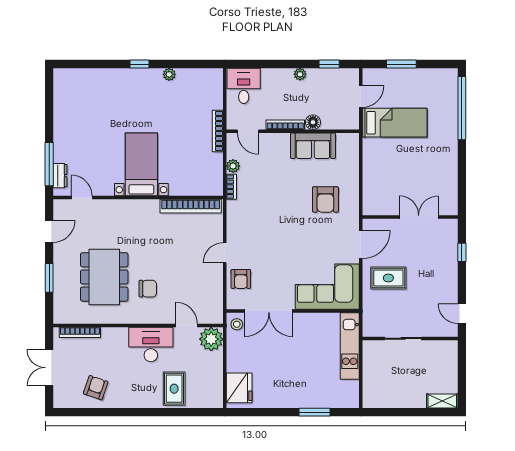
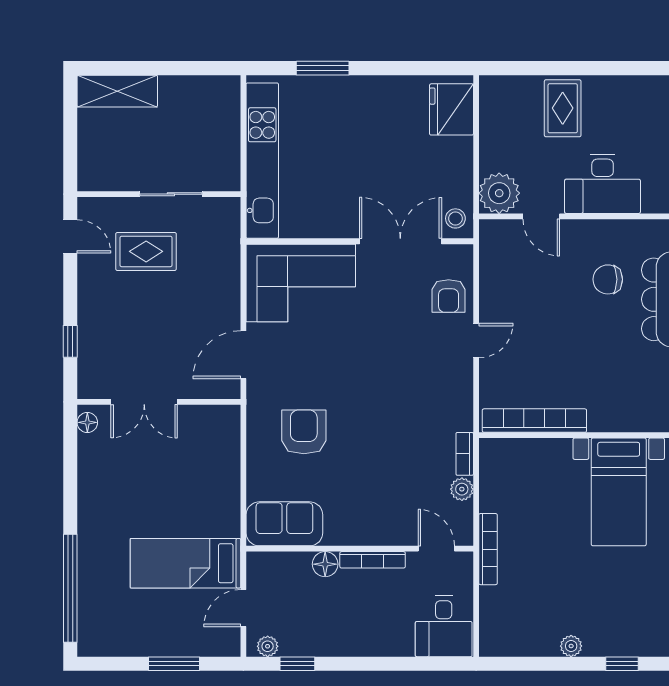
plant: (300, 74) -> (268, 646), moved
sofa: (313, 146) -> (284, 524), moved
floor lamp: (452, 205) -> (87, 422), added
rug: (388, 278) -> (146, 251), moved
armchair: (241, 279) -> (449, 296), turned 180
kitchen unit: (350, 346) -> (262, 161), width x1.36
shelving: (442, 401) -> (117, 91), width x1.50, depth x1.33

